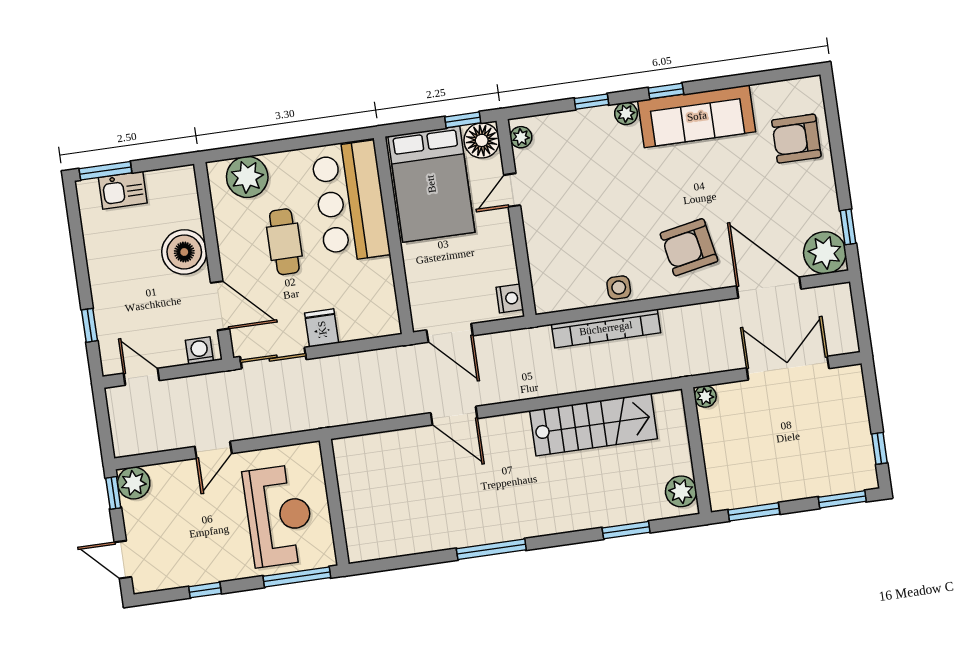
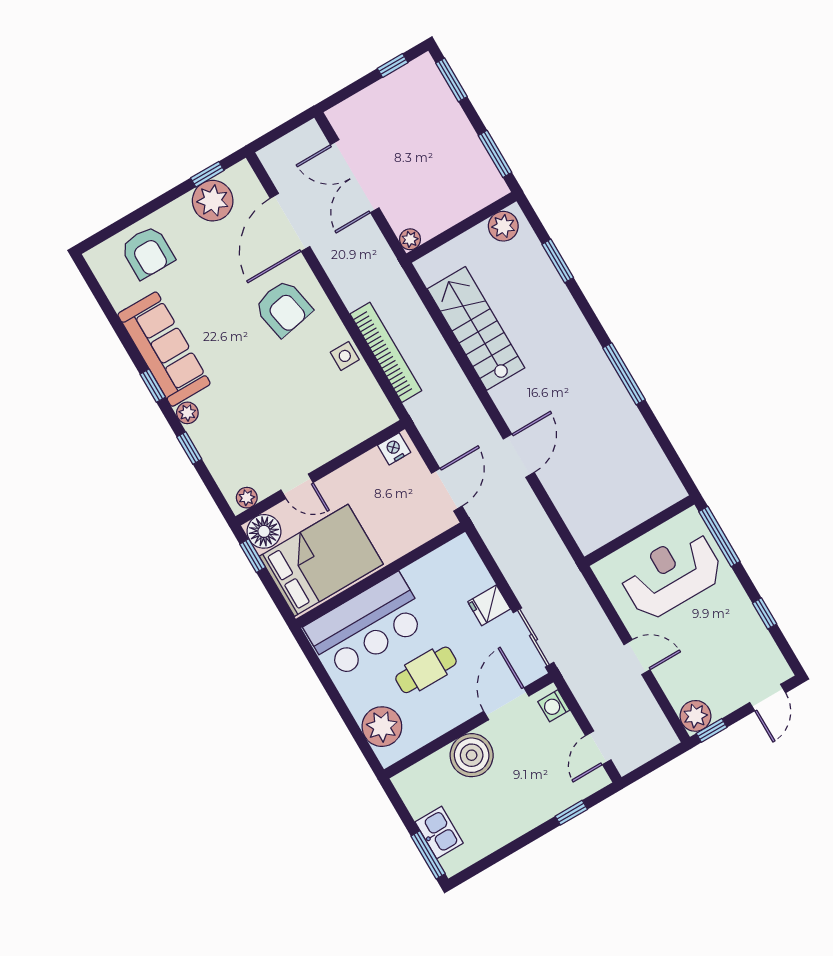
plant: (825, 253) -> (213, 201), moved

